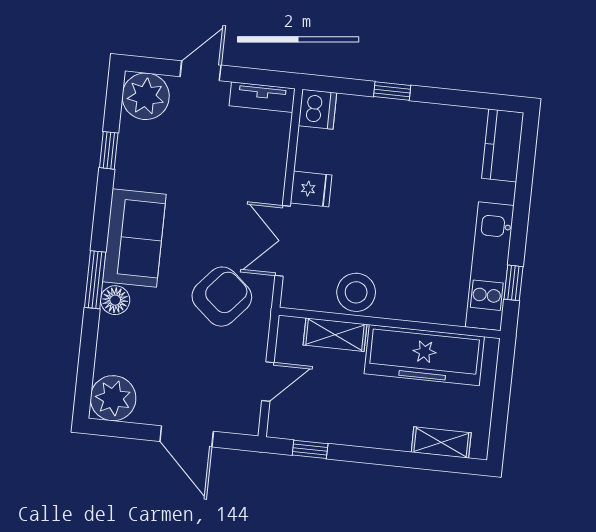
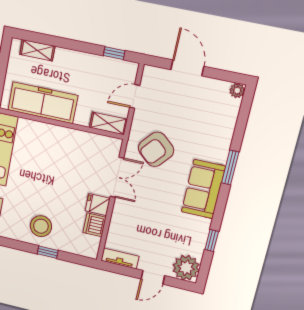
dishwasher: (318, 109) -> (95, 225), moved
stool: (356, 292) -> (41, 226), moved
floor lamp: (115, 300) -> (220, 154), removed
shelving: (335, 335) -> (108, 123), moved
plant: (113, 398) -> (237, 91), width x0.53, depth x0.53

